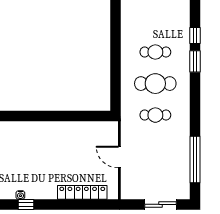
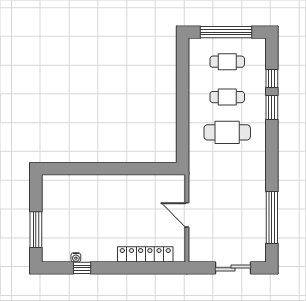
cafe table: (155, 115) -> (227, 62), moved

